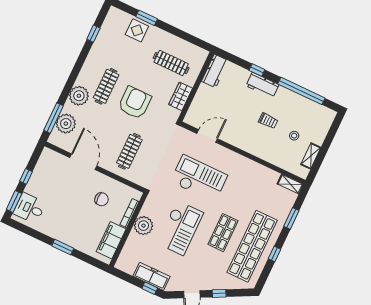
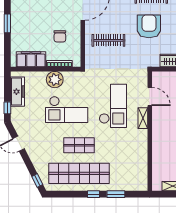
armchair: (135, 103) -> (149, 26), turned -90
shelving: (290, 184) -> (143, 118), moved
window: (275, 254) -> (94, 194), moved
freezer: (152, 276) -> (17, 92), moved
window: (219, 293) -> (37, 180), moved

